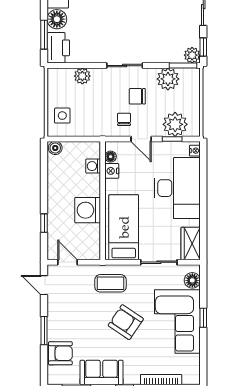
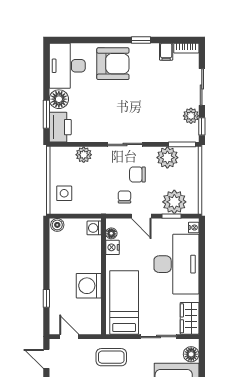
plant: (192, 55) -> (191, 116), moved
washing machine: (93, 166) -> (94, 228), moved

